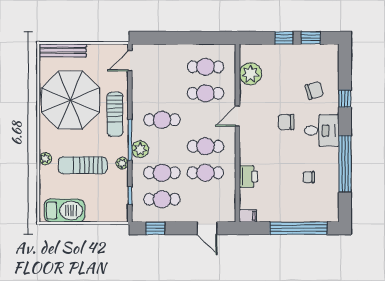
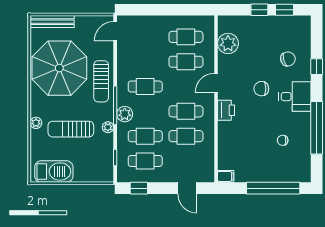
printer: (248, 176) -> (226, 110), moved

